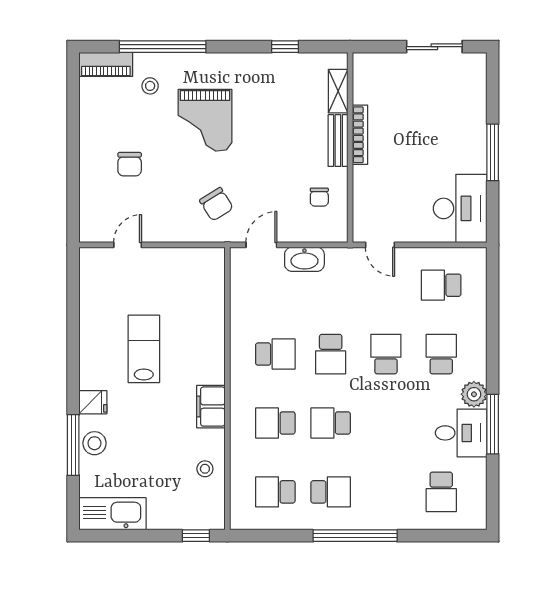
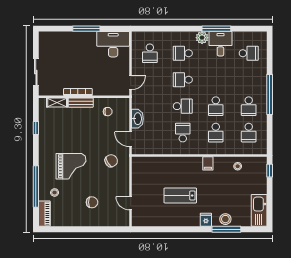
sliding door: (434, 47) -> (36, 72), moved
filing cabinet: (211, 407) -> (208, 163), width x0.50
school desk: (331, 492) -> (249, 106), turned 180

